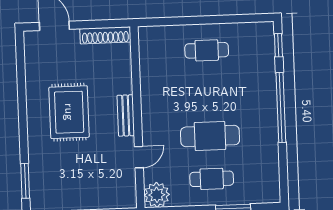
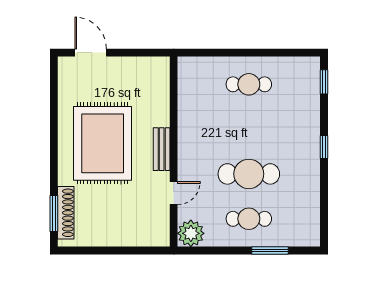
shoe rack: (105, 35) -> (66, 213), moved, turned -90
window: (281, 107) -> (324, 147), width x0.32
rug: (69, 112) -> (103, 143), width x1.37, depth x1.44

